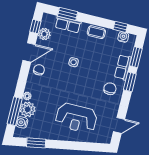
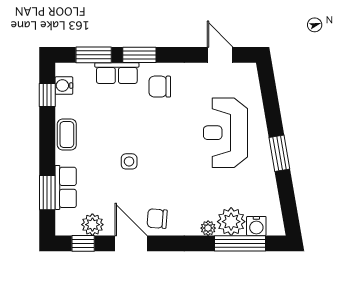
reception desk: (76, 118) -> (225, 133), turned 180
window: (36, 143) -> (279, 153), moved

